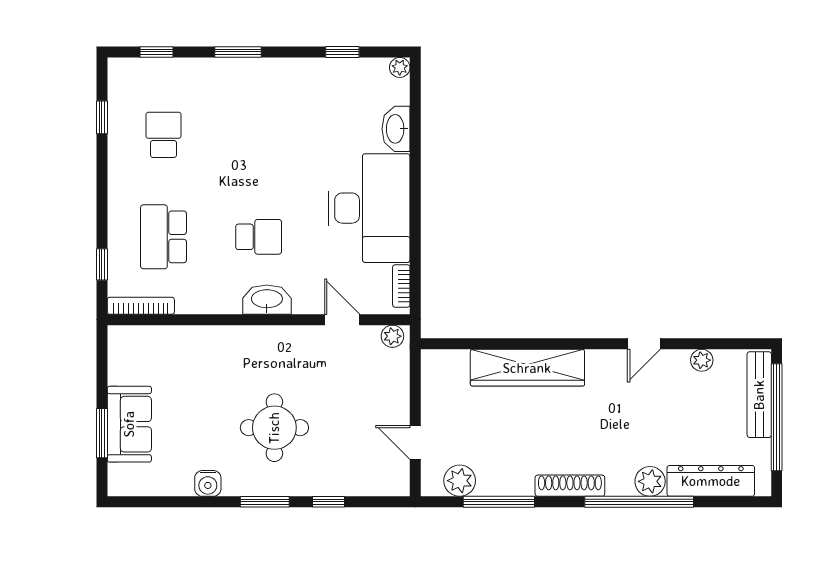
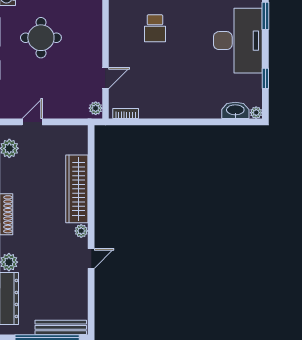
washbasin: (396, 129) -> (235, 110), moved
desk: (369, 208) -> (238, 41), moved, turned -90
washbasin: (267, 300) -> (117, 33), removed
door: (644, 344) -> (91, 258), swing flipped
plant: (702, 360) -> (81, 231), moved

